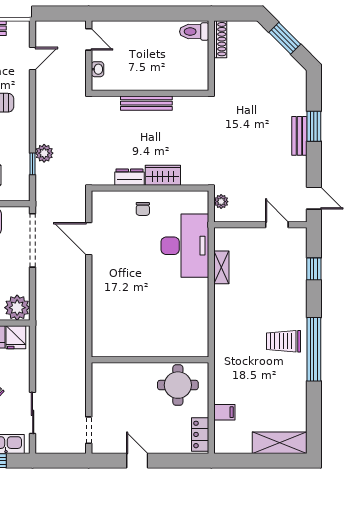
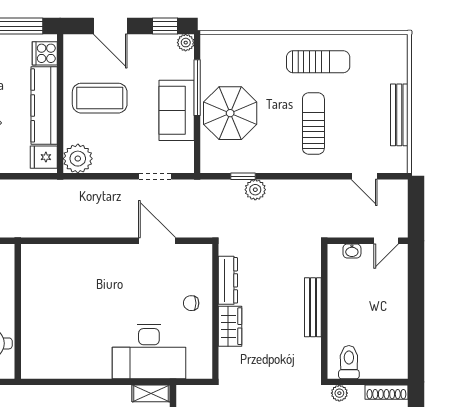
toilet: (194, 32) -> (349, 362), moved
dresser: (129, 177) -> (228, 280), width x1.44
plant: (221, 202) -> (339, 393), moved
door: (89, 239) -> (157, 241), hinge flipped
doorway: (33, 240) -> (155, 176), width x0.53
shelving: (221, 267) -> (151, 393), moved

